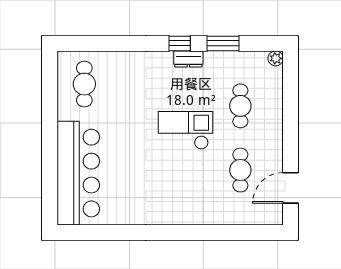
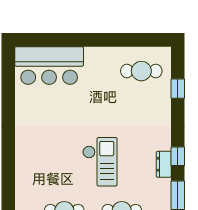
window: (104, 43) -> (178, 89), added
bar counter: (78, 173) -> (49, 66), width x0.73

